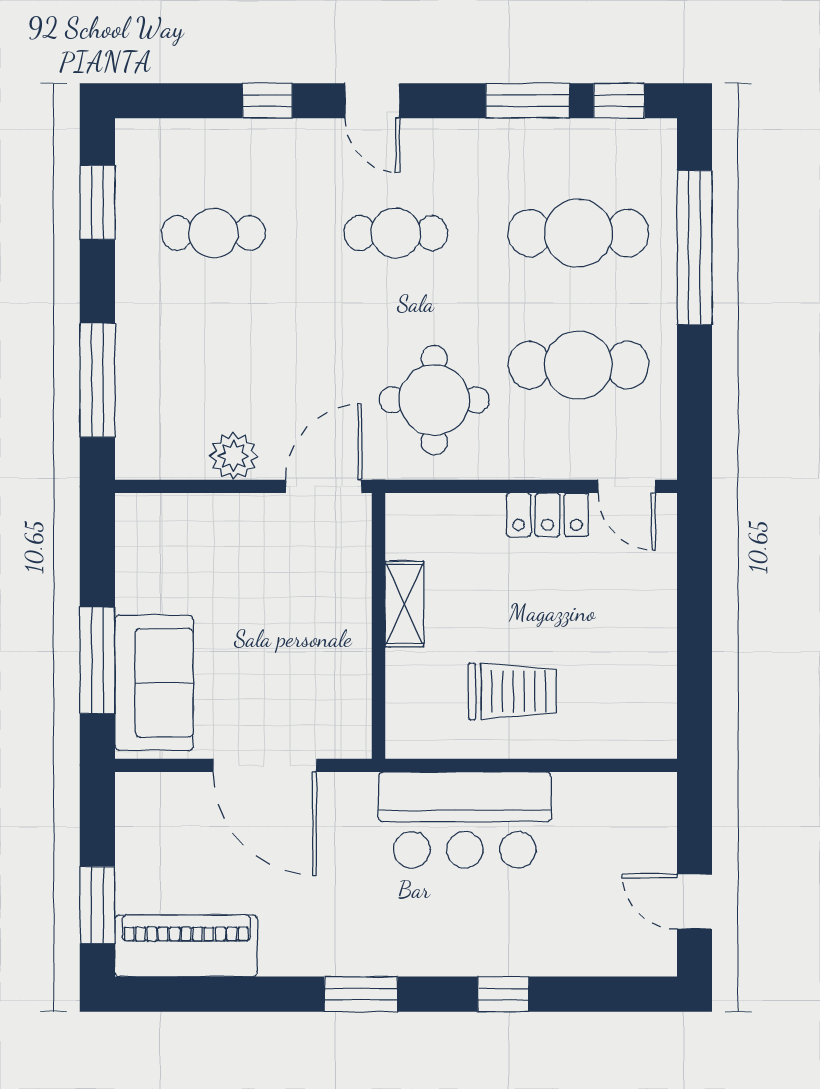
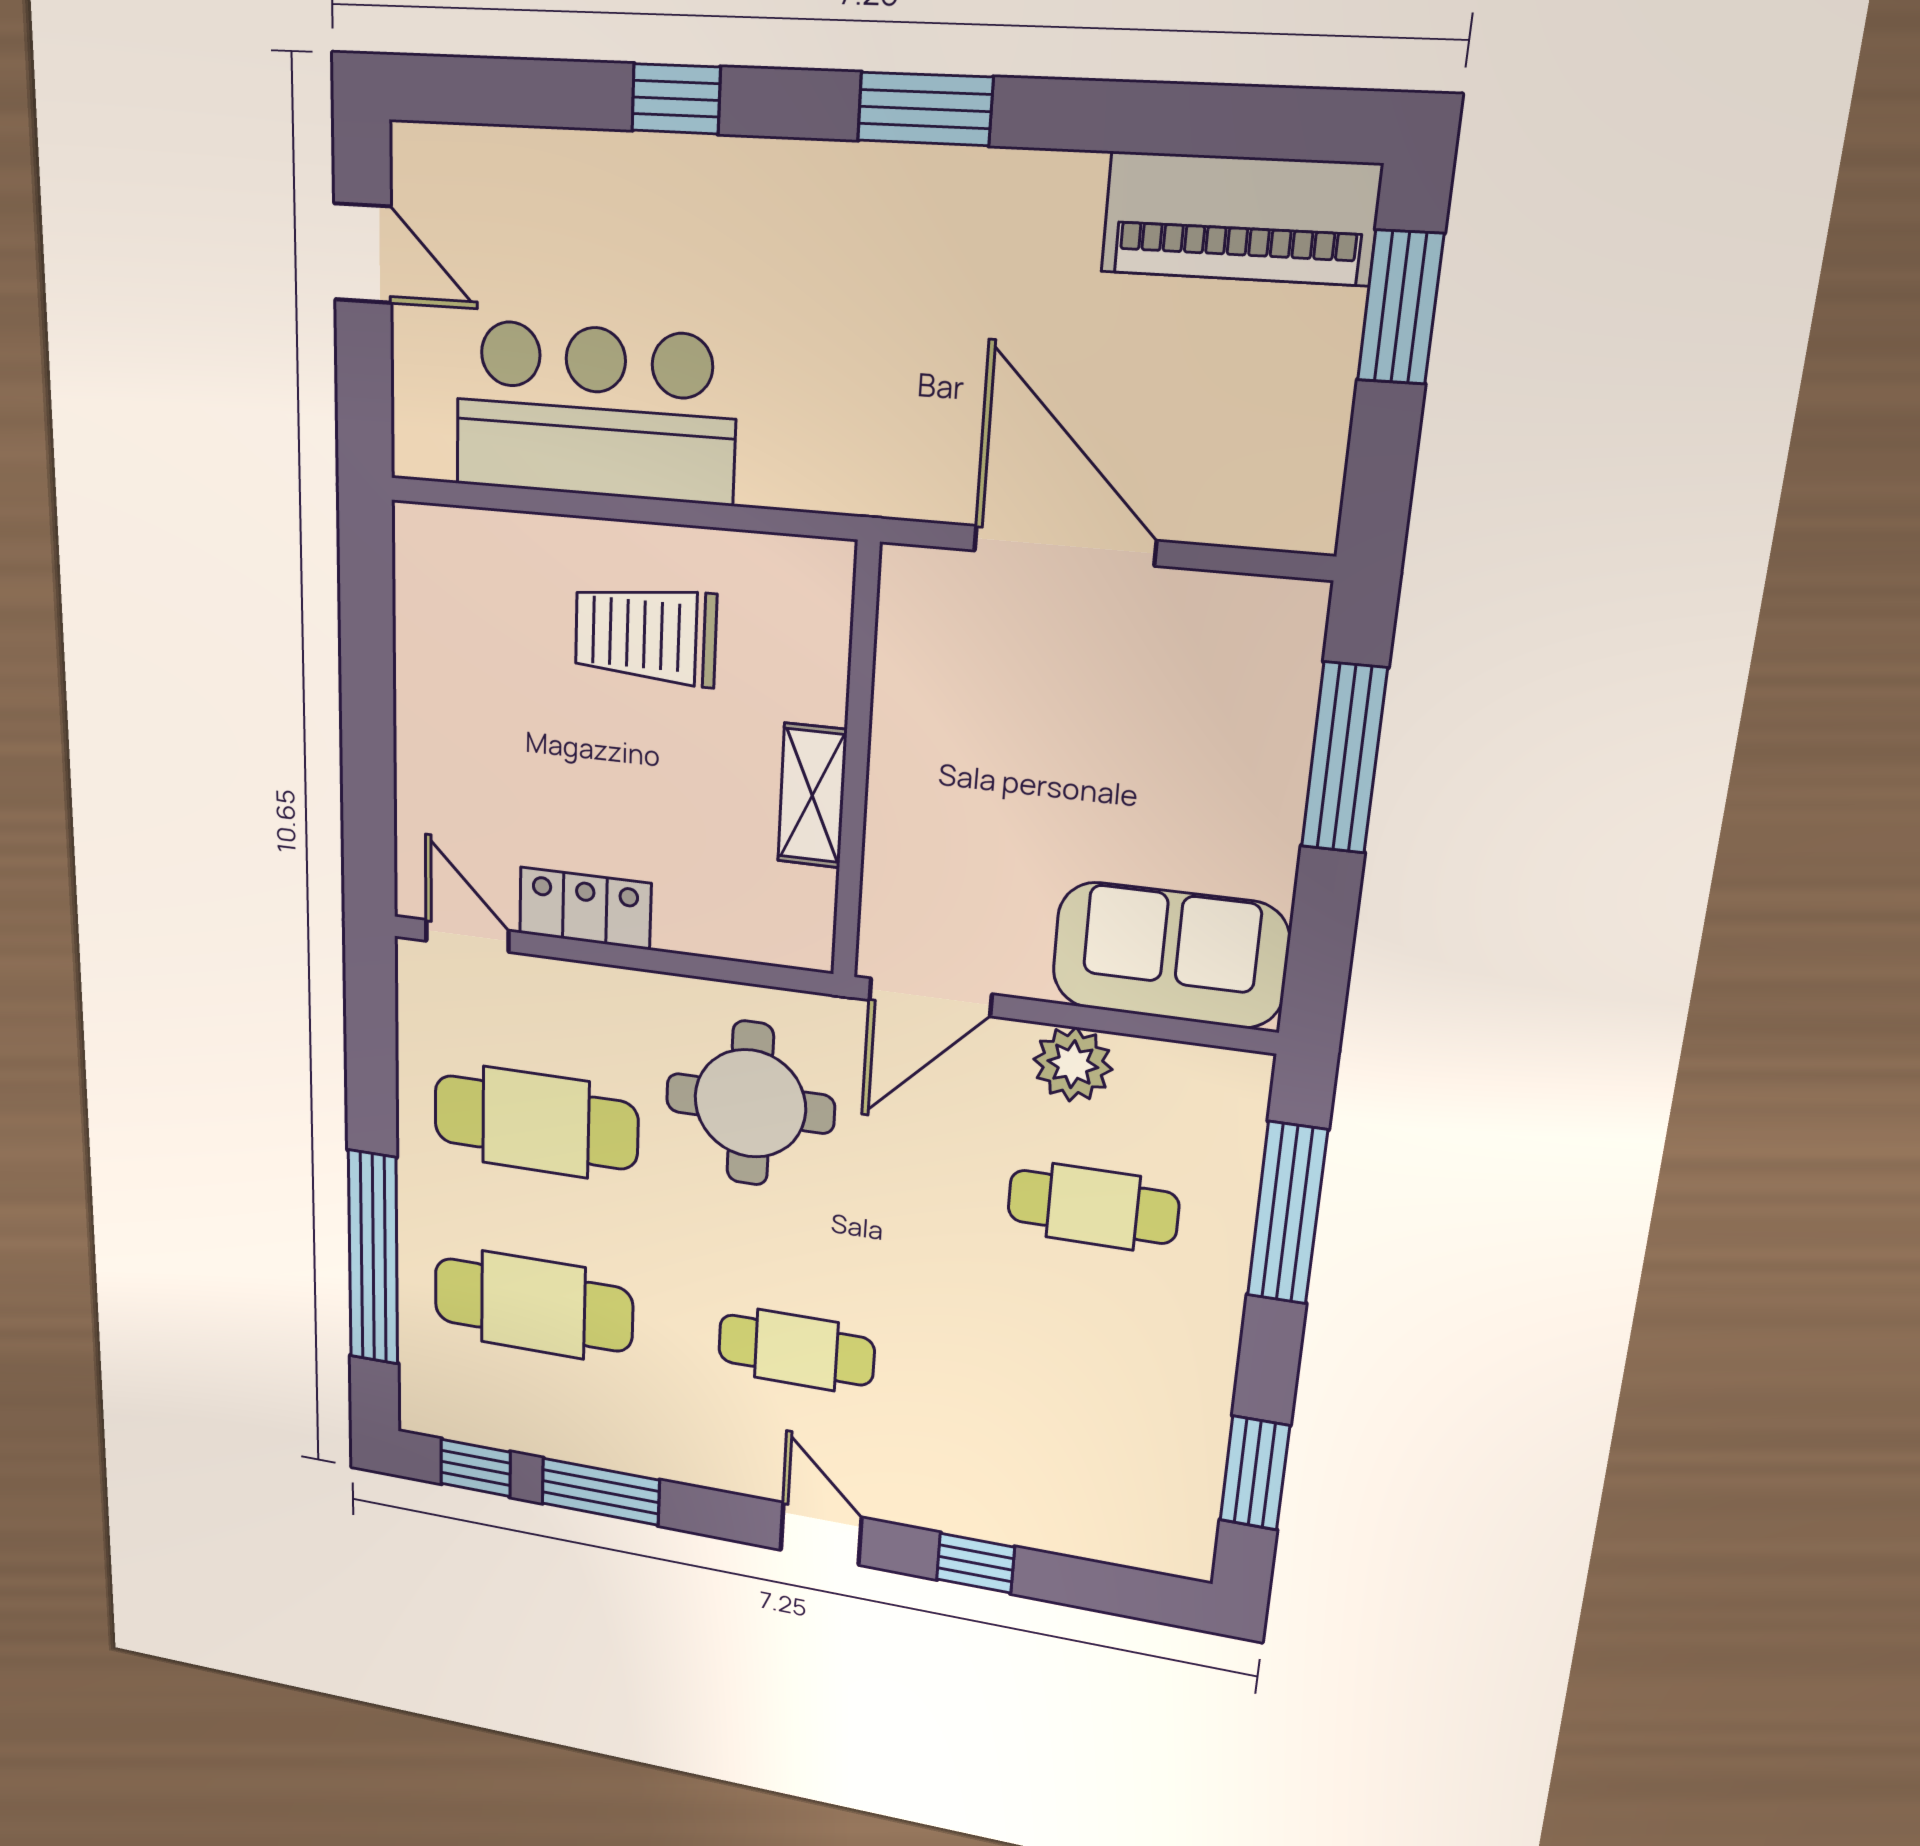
cafe table: (213, 233) -> (1093, 1207), moved
sofa: (154, 683) -> (1170, 955), moved, turned 90
bar counter: (465, 820) -> (595, 412), moved

